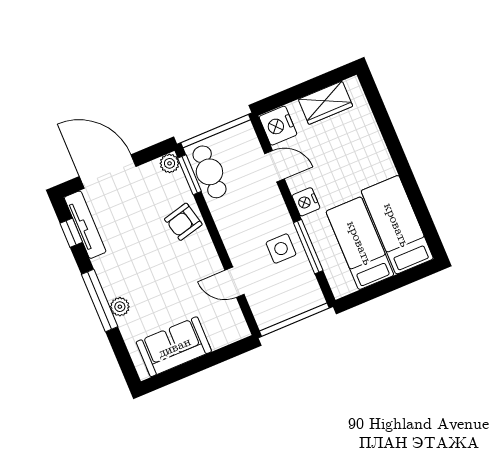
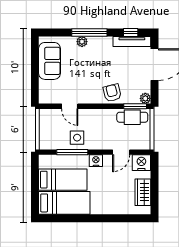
door: (235, 282) -> (70, 106), swing flipped

